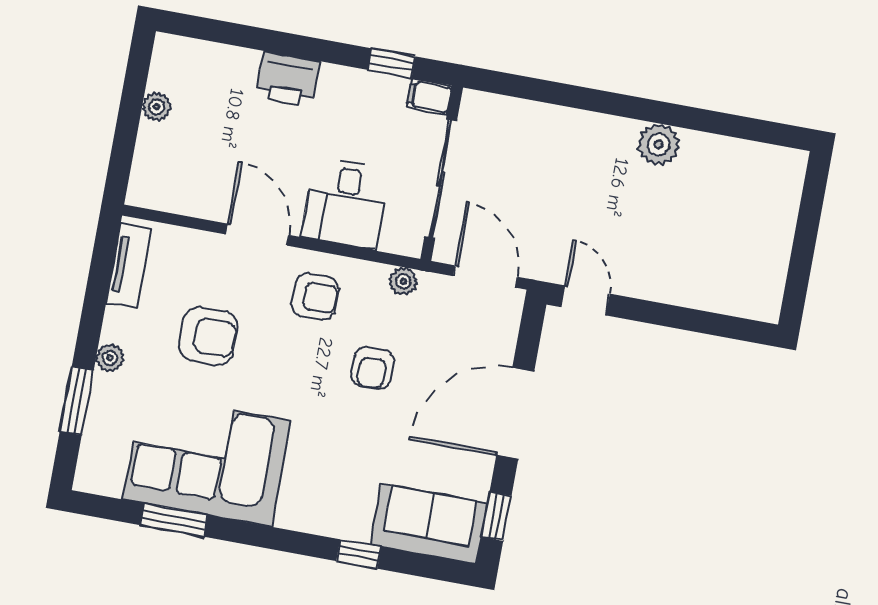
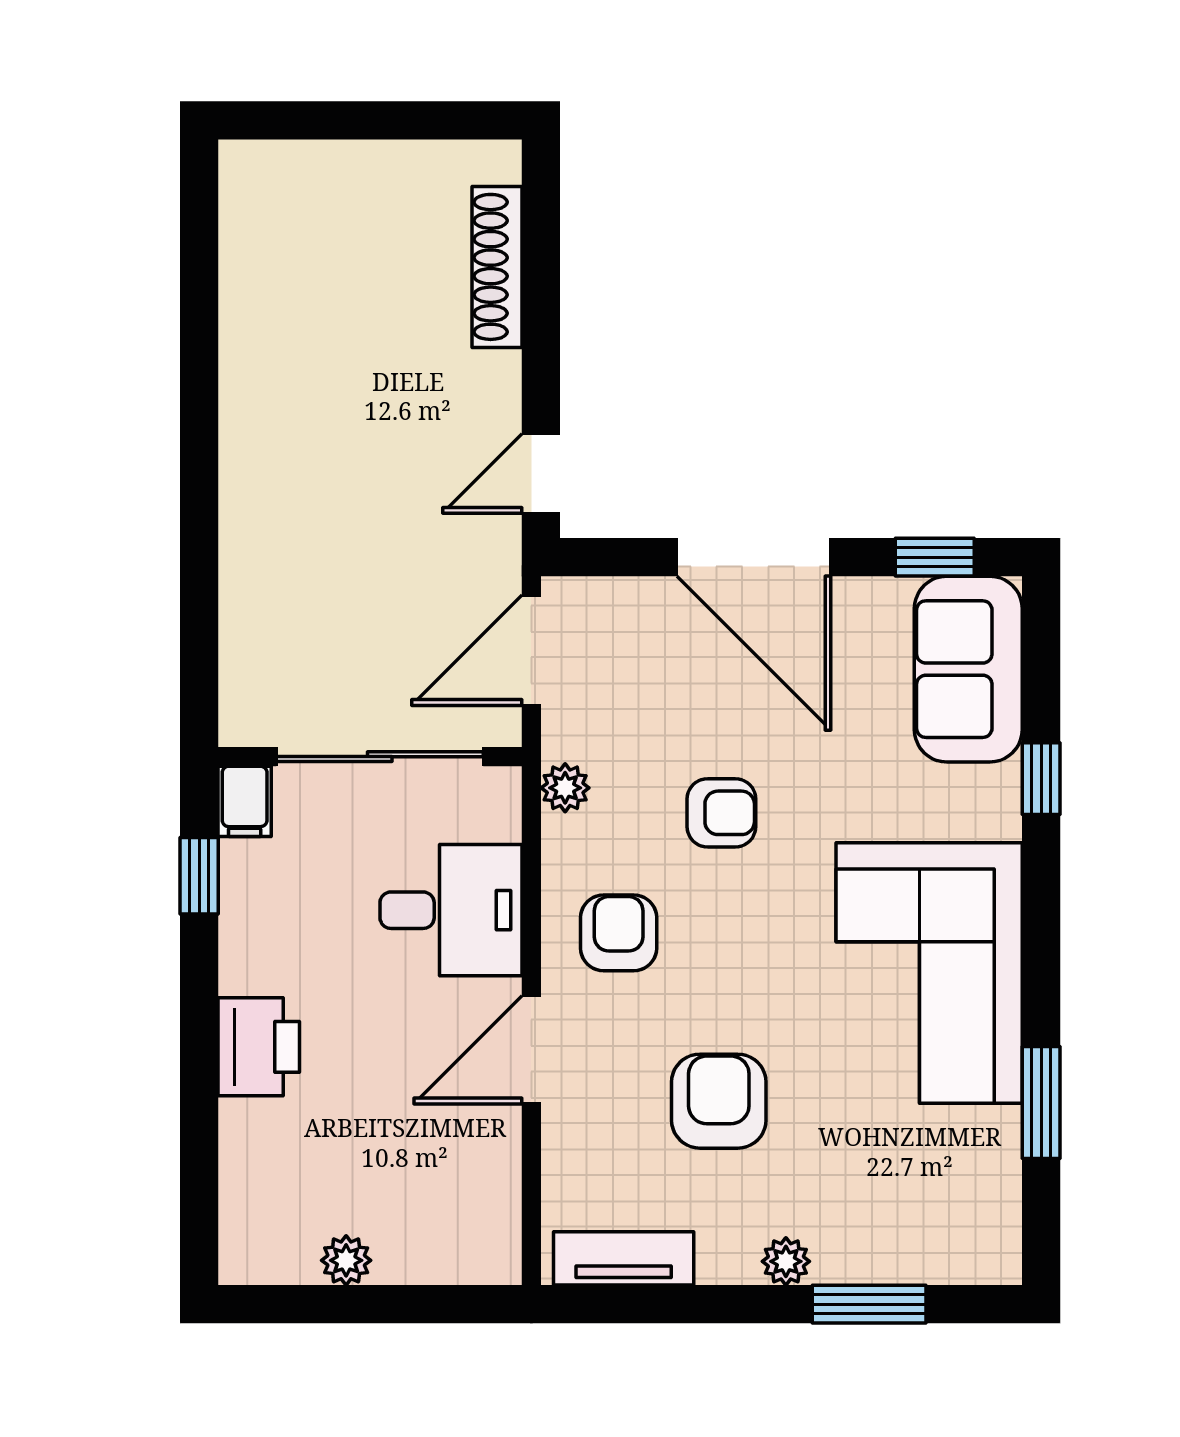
plant: (659, 144) -> (254, 398), removed
shoe rack: (708, 297) -> (497, 267), added
corner sofa: (207, 460) -> (929, 973), moved

